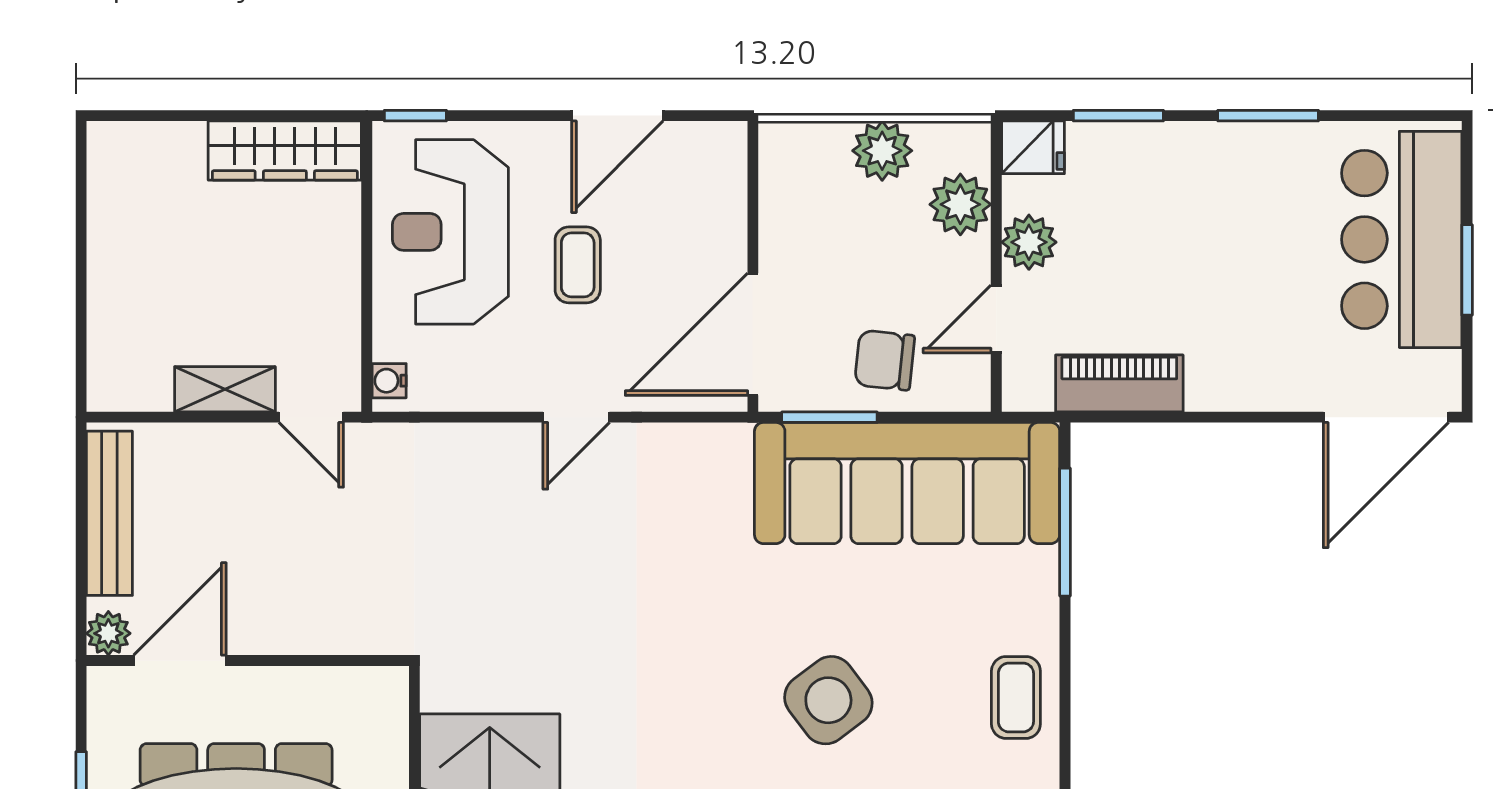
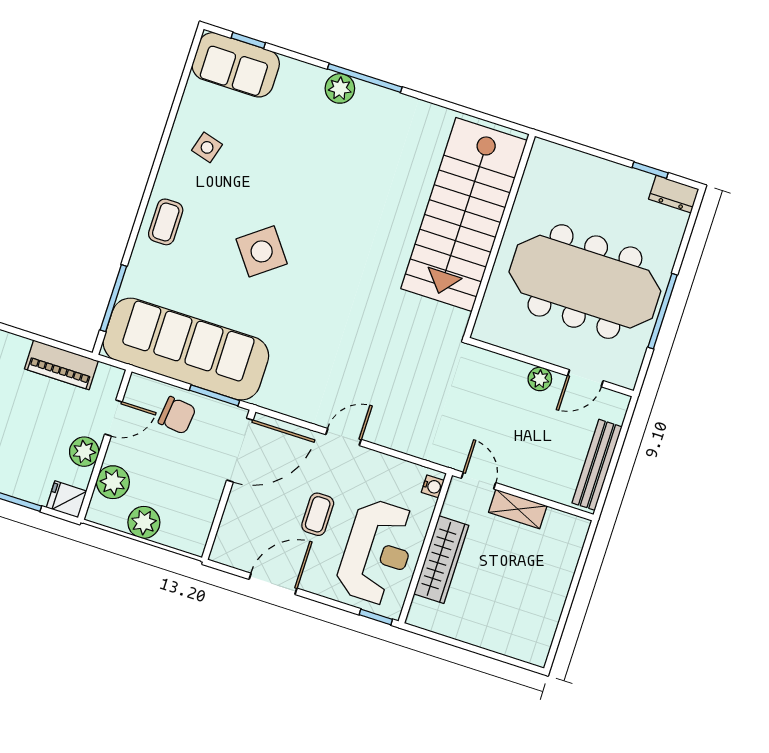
wardrobe: (285, 151) -> (441, 560), moved, turned 90
plant: (108, 633) -> (540, 379), moved
door: (180, 661) -> (585, 378), width x0.73

